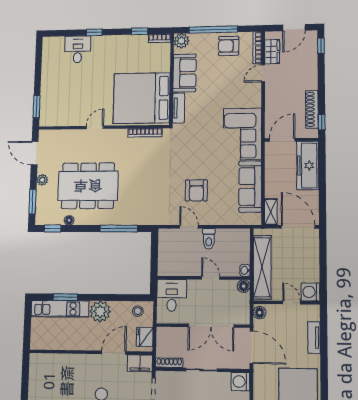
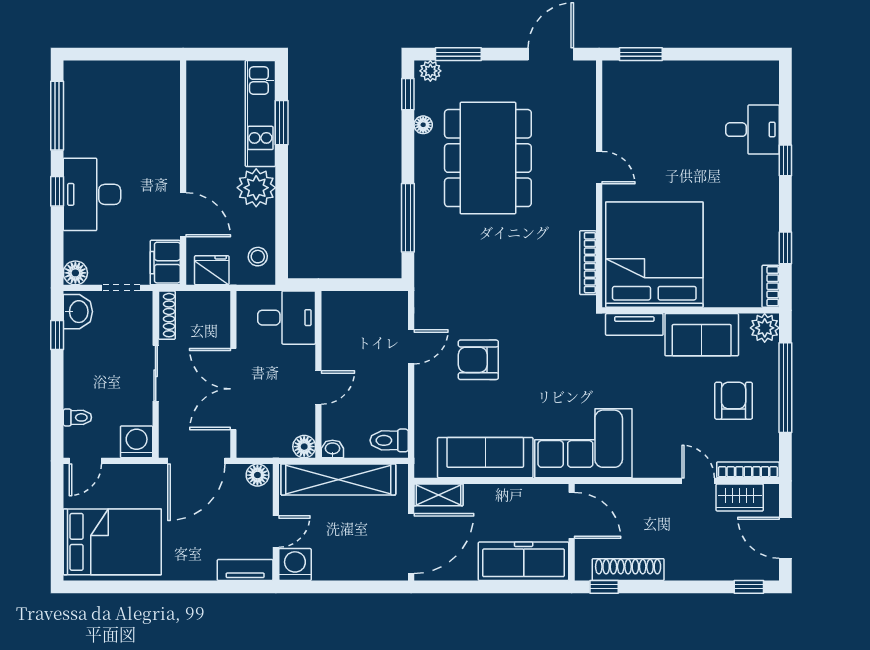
armchair: (229, 46) -> (734, 401), moved
plant: (42, 180) -> (430, 71), moved
toilet: (209, 239) -> (389, 440), moved
tv unit: (314, 338) -> (245, 570), moved

